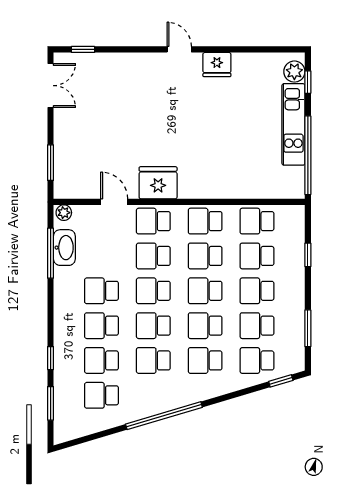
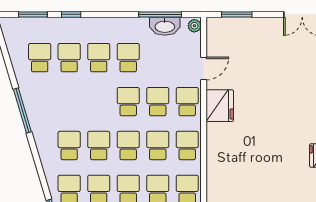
school desk: (153, 326) -> (99, 102), removed
school desk: (153, 360) -> (69, 102), removed
window: (164, 416) -> (22, 111), width x0.68

